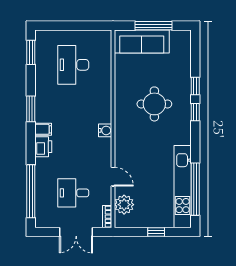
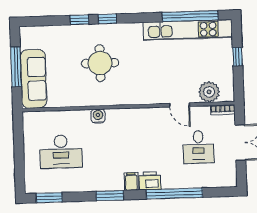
water cooler: (105, 130) -> (98, 116), moved
door: (113, 177) -> (180, 105), swing flipped
window: (31, 191) -> (174, 193), moved

